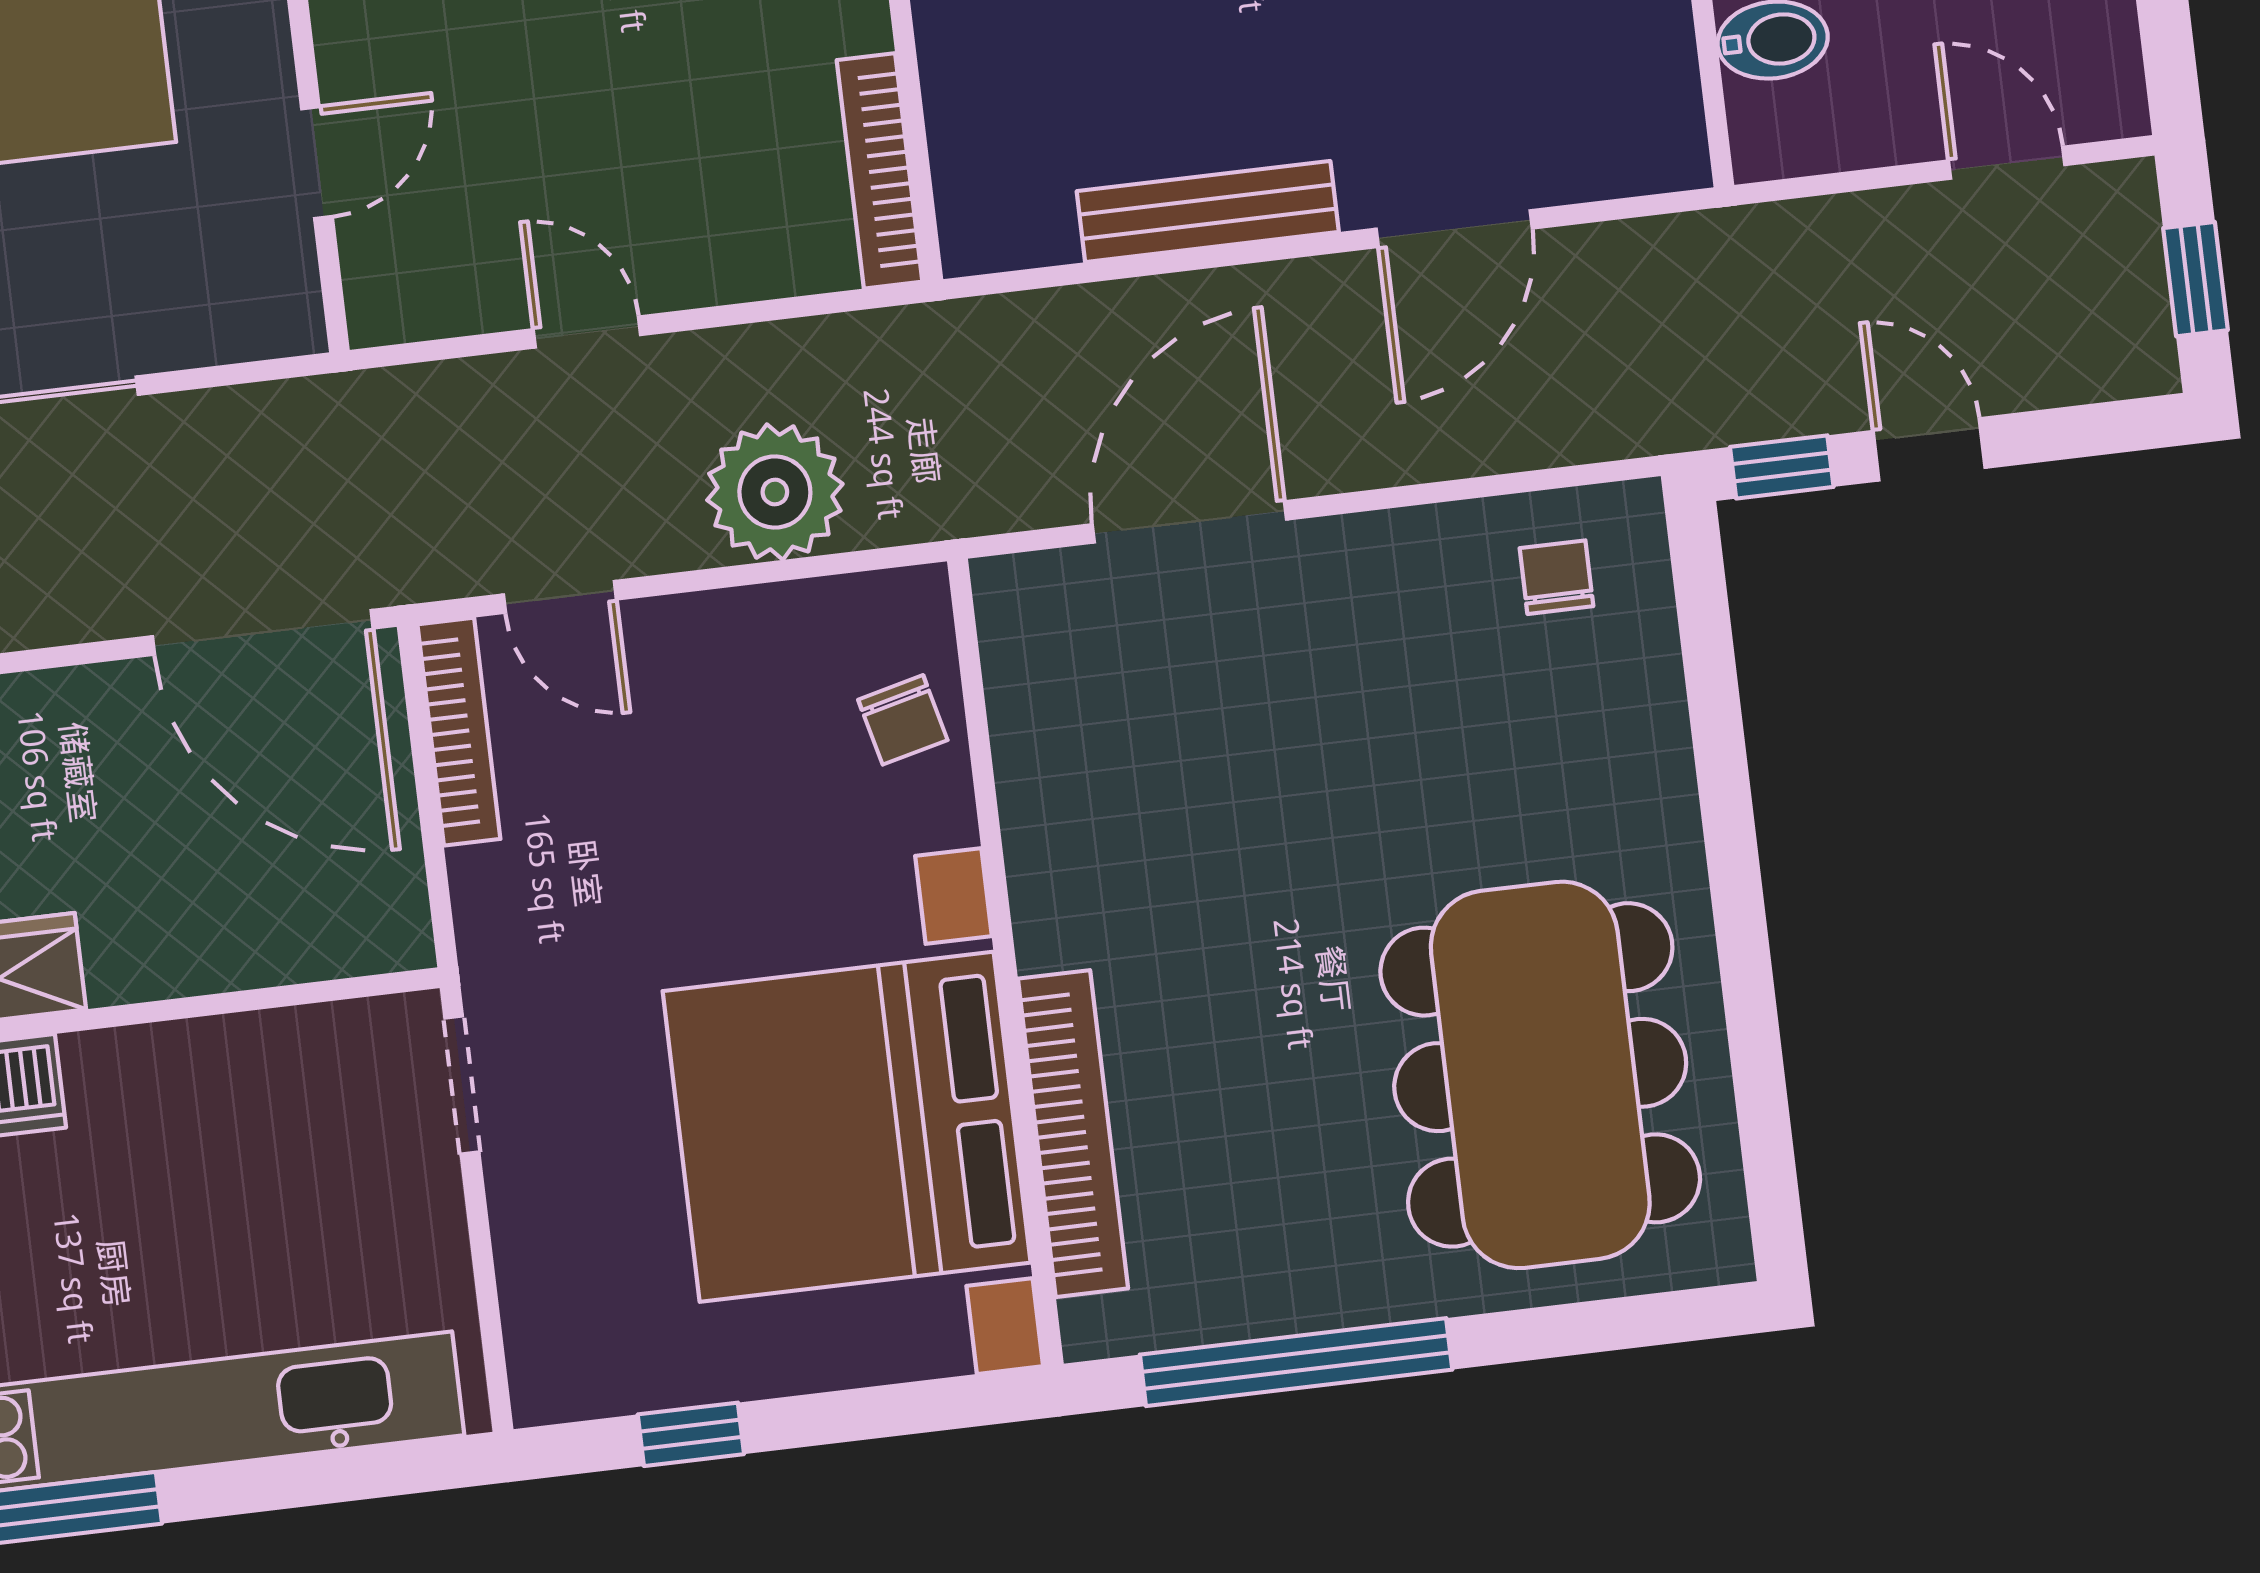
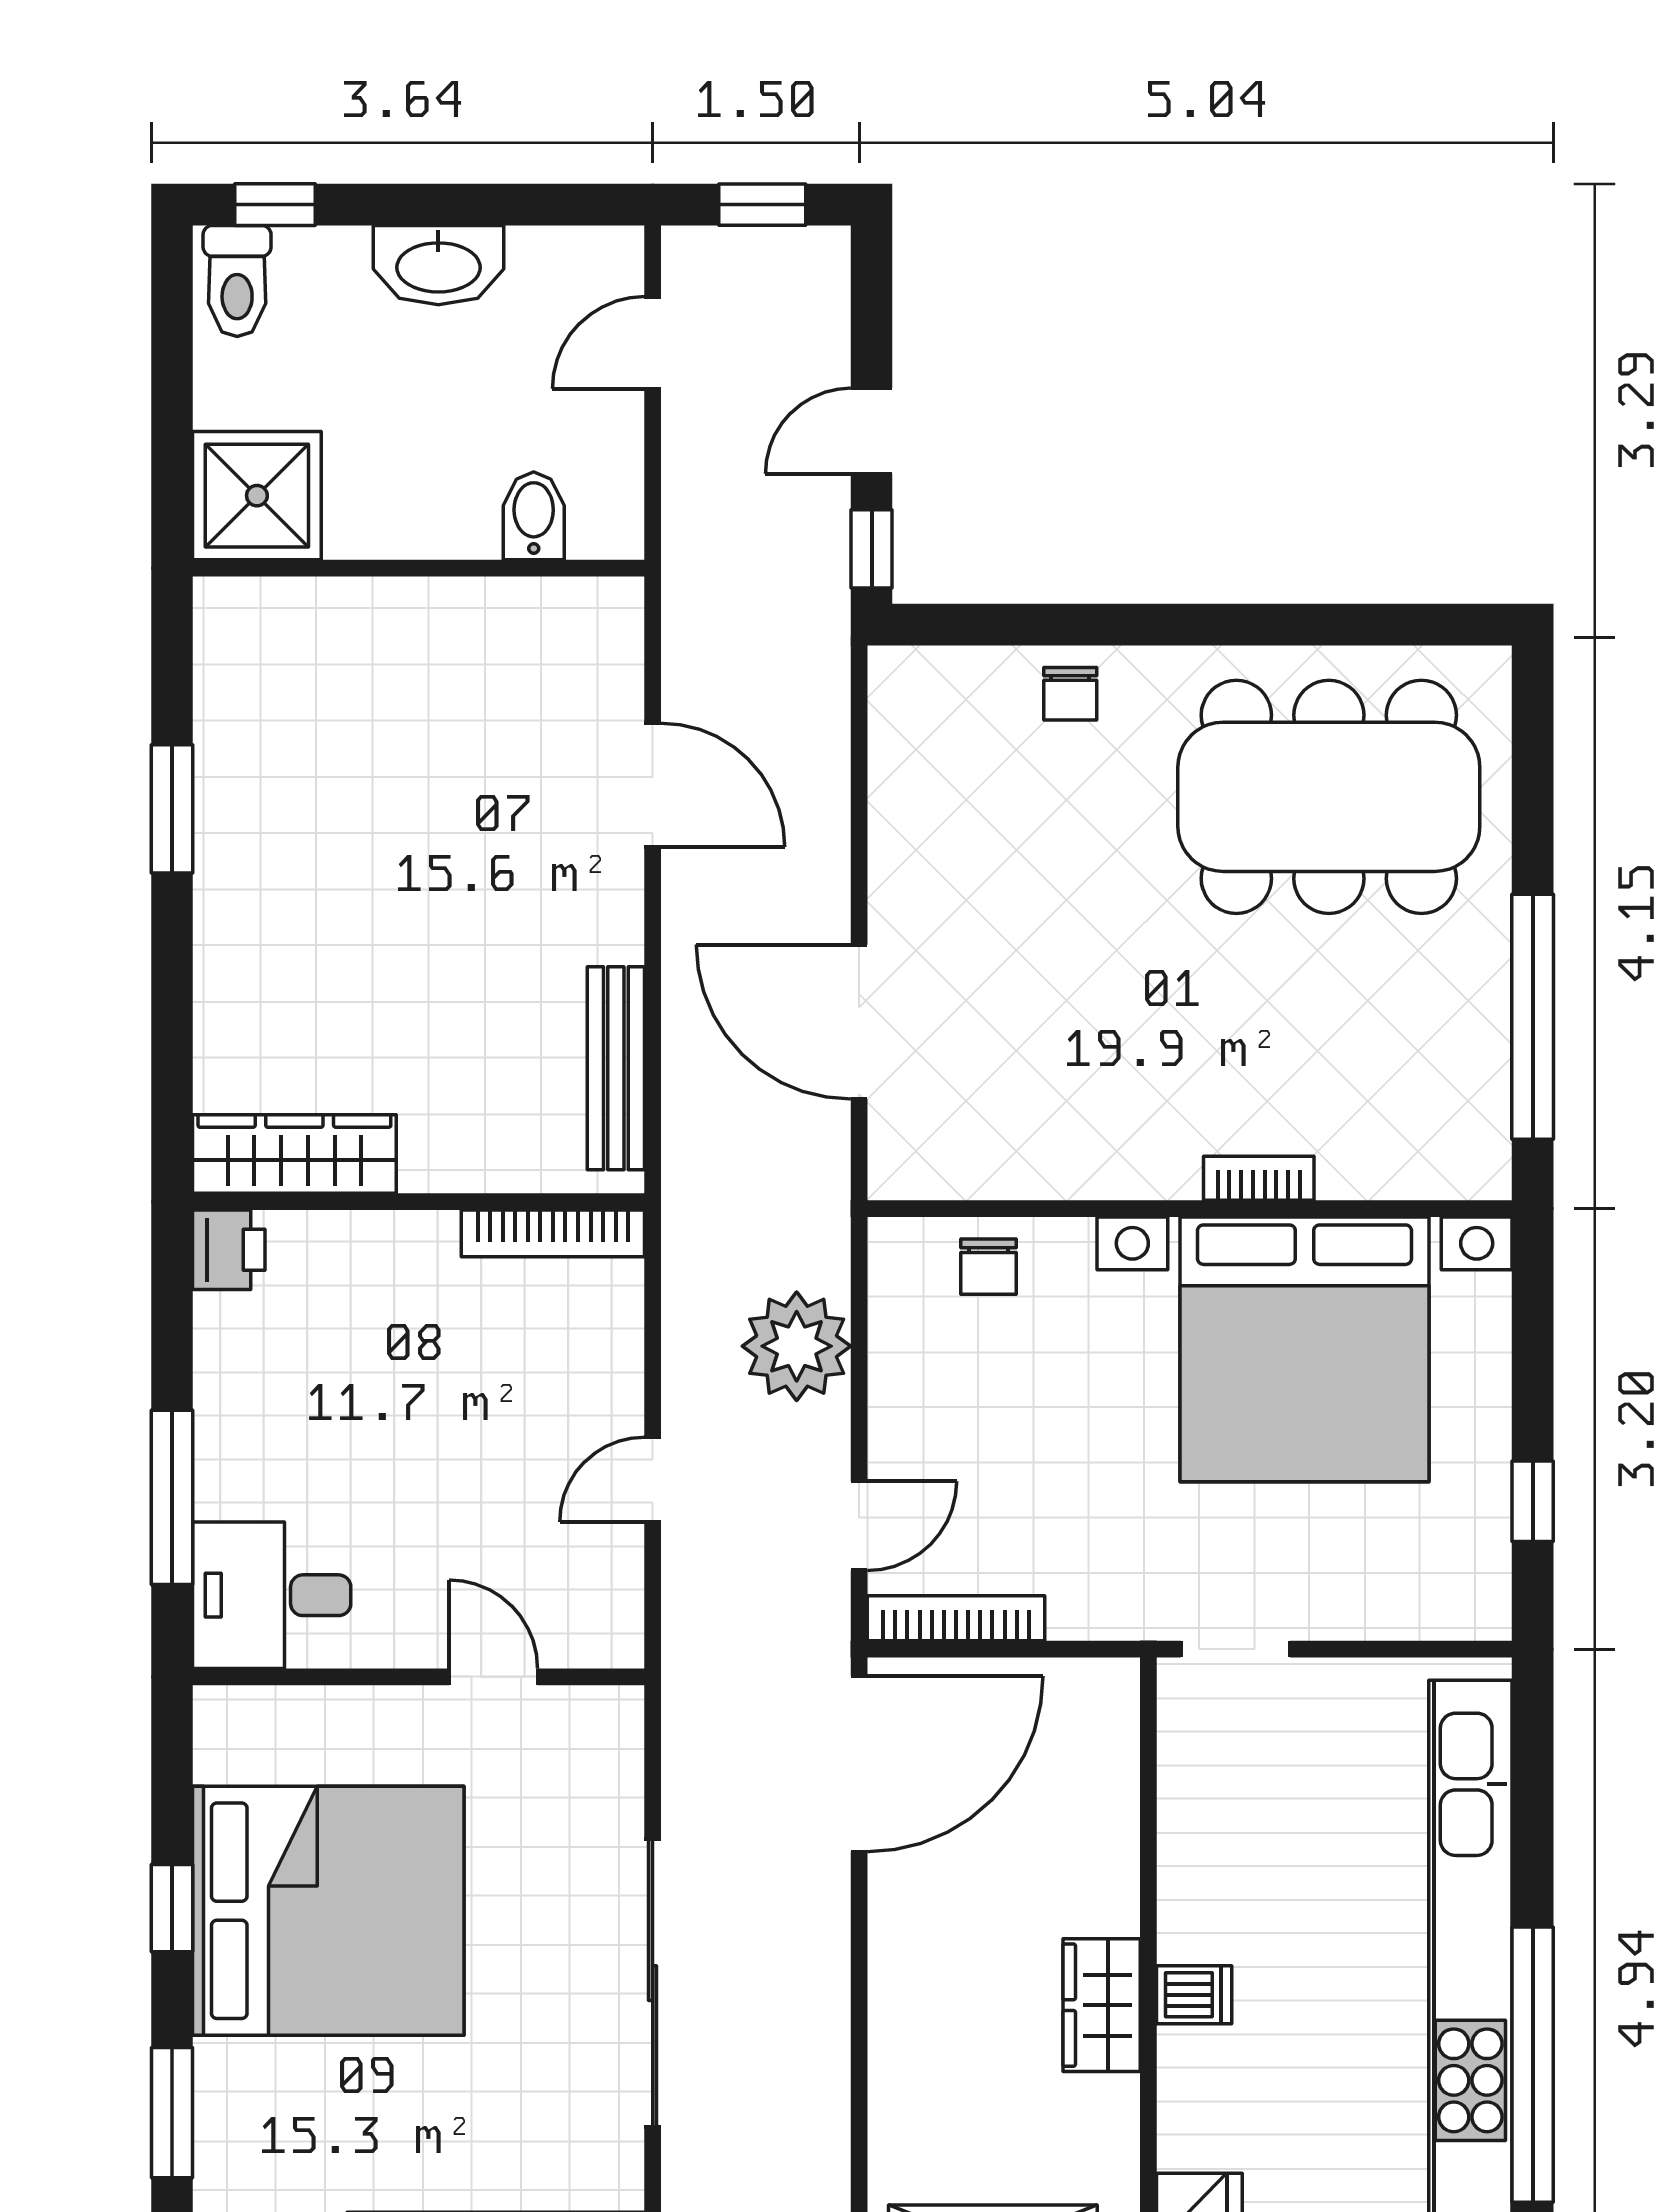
bench: (1208, 212) -> (616, 1068), moved
chair: (1556, 577) -> (1070, 694), moved, turned -90
chair: (903, 720) -> (988, 1267), turned 104
bookcase: (1073, 1134) -> (1259, 1178), width x0.43, depth x0.76

